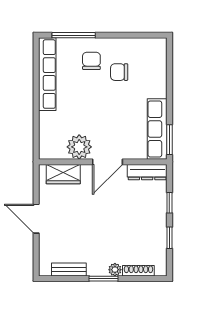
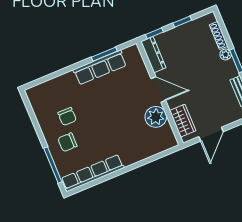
plant: (79, 147) -> (156, 117), moved
wall: (103, 162) -> (160, 93), moved
door: (107, 162) -> (158, 90), moved
dresser: (147, 172) -> (153, 55), moved
wardrobe: (63, 174) -> (183, 121), moved

